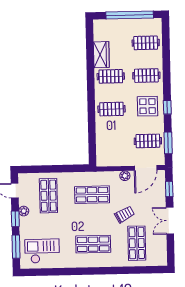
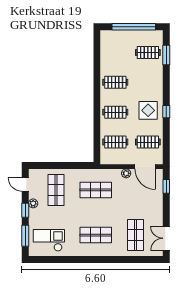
wardrobe: (101, 55) -> (107, 62), removed
clothes rail: (146, 76) -> (115, 142), moved
window: (168, 143) -> (166, 55), moved
door: (146, 168) -> (145, 167), hinge flipped
trolley: (124, 214) -> (125, 209), removed
double door: (170, 221) -> (166, 238), moved

